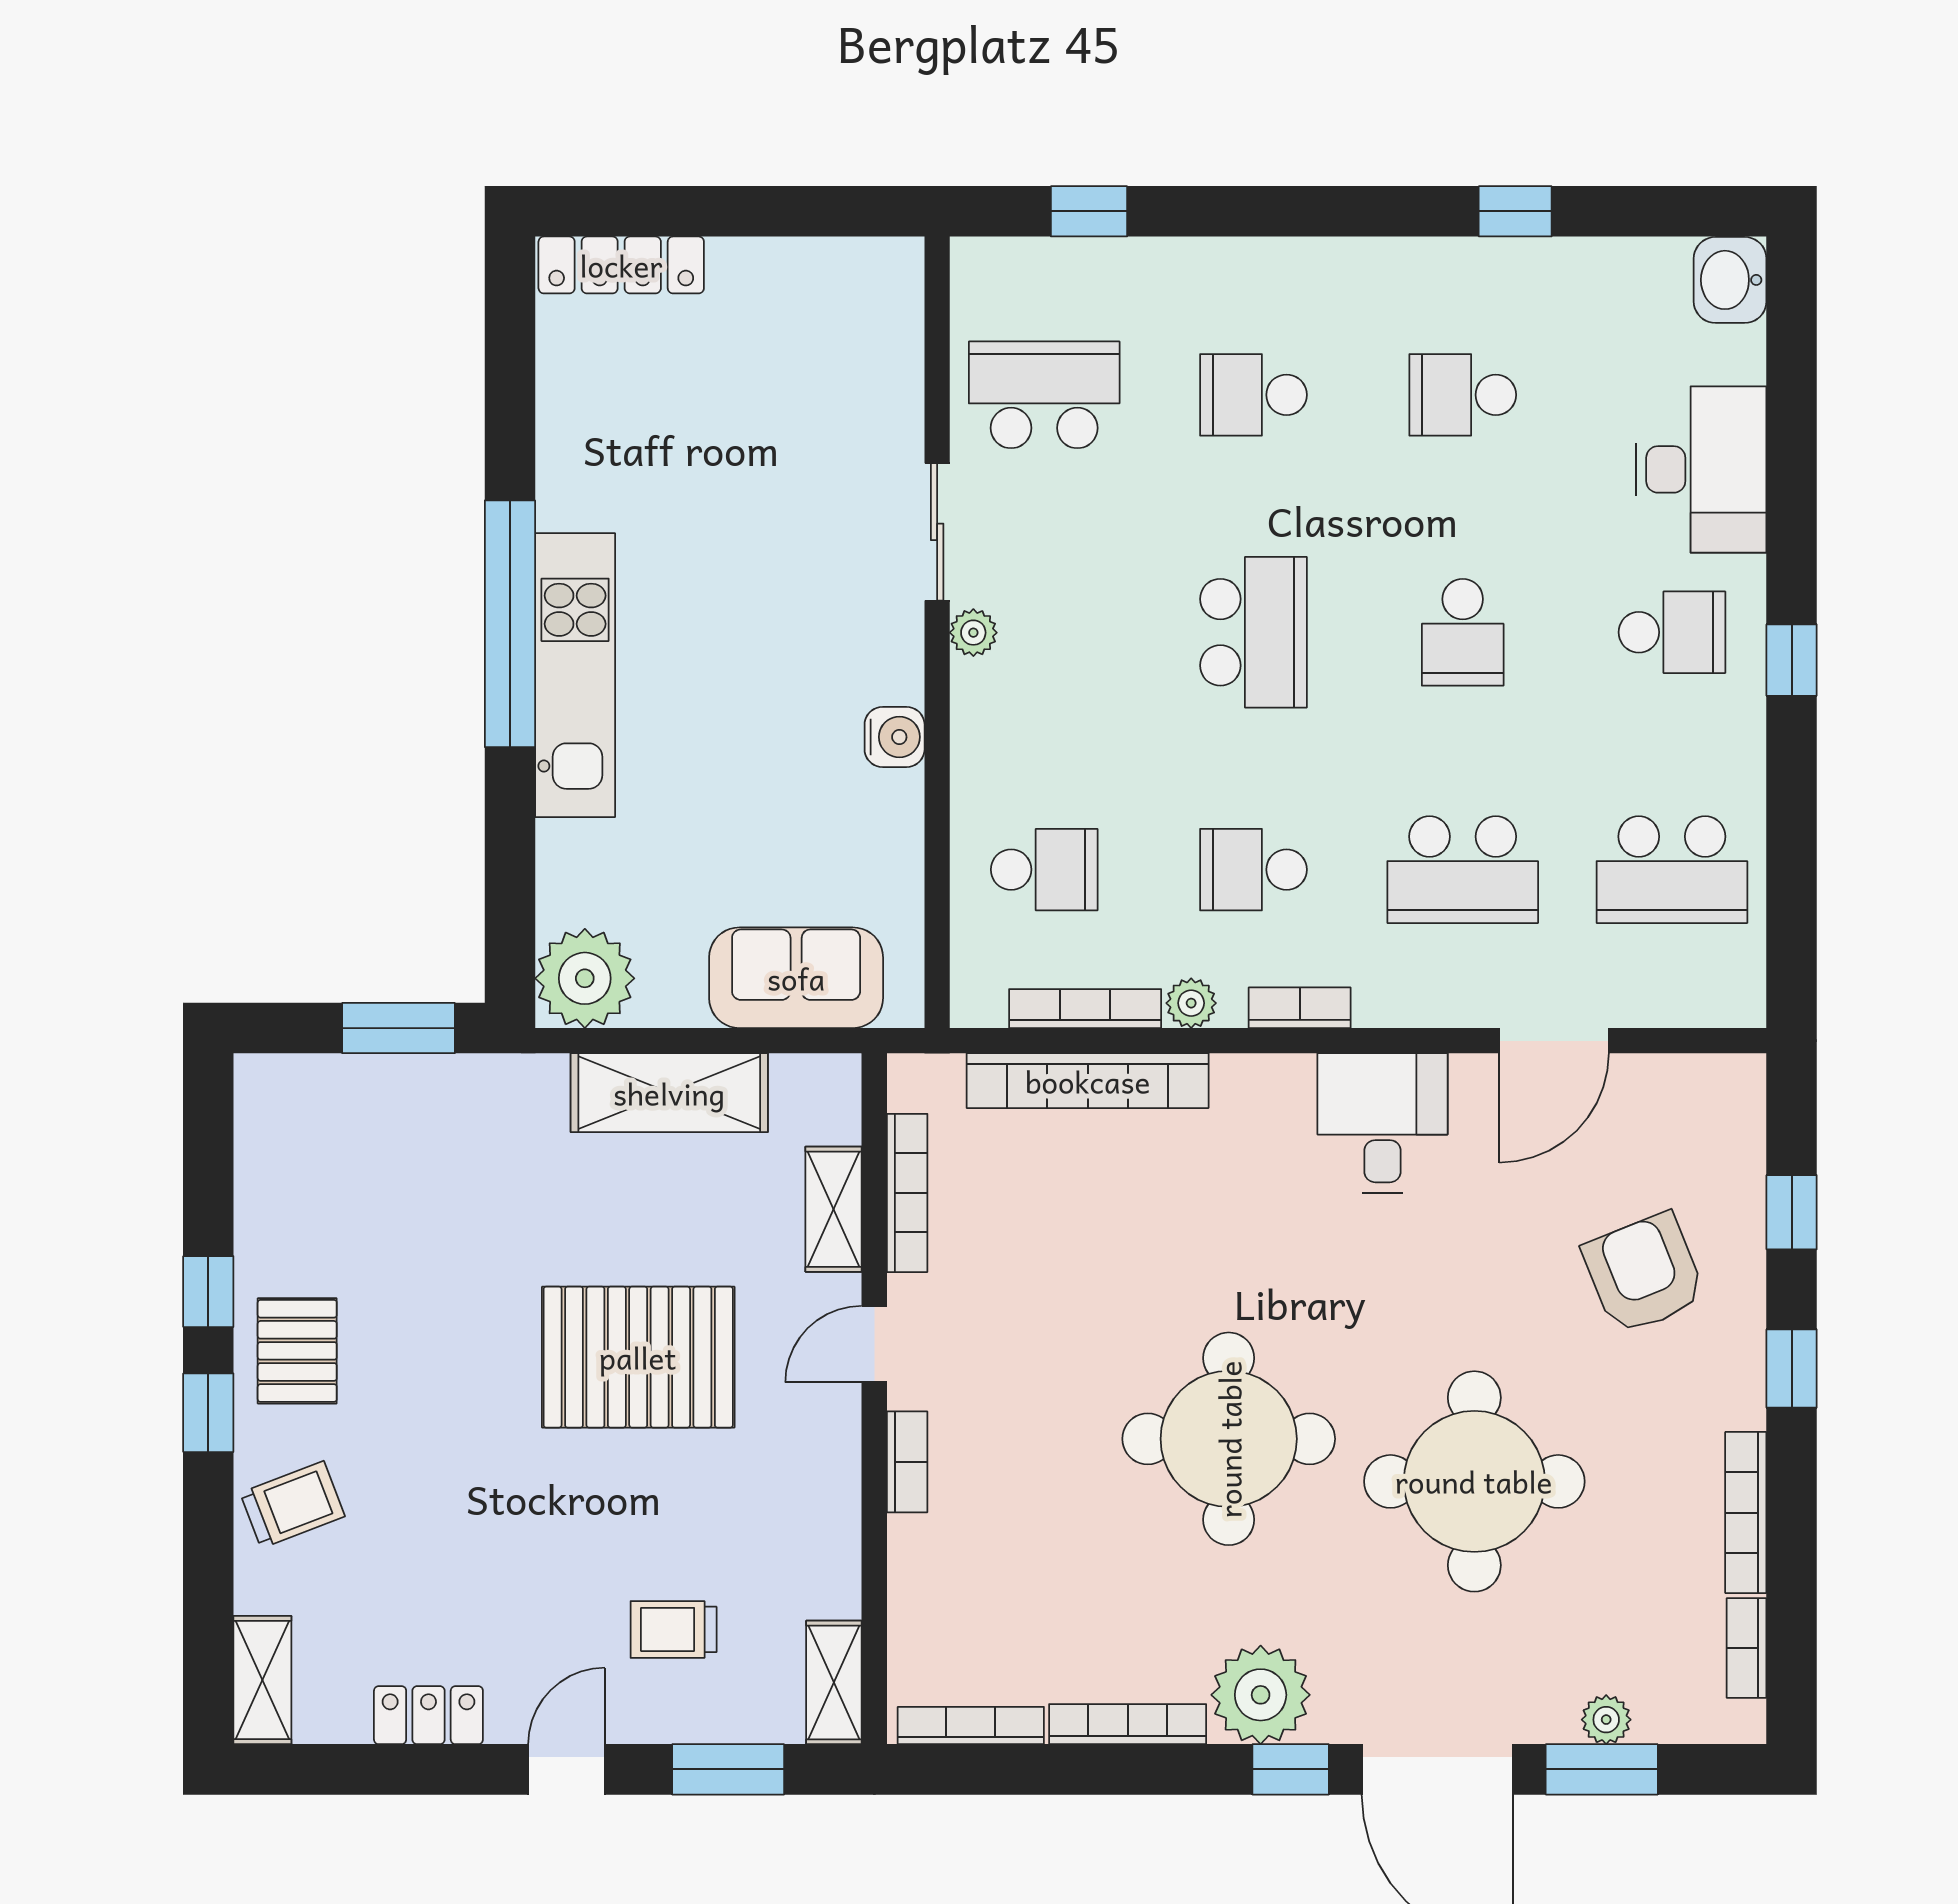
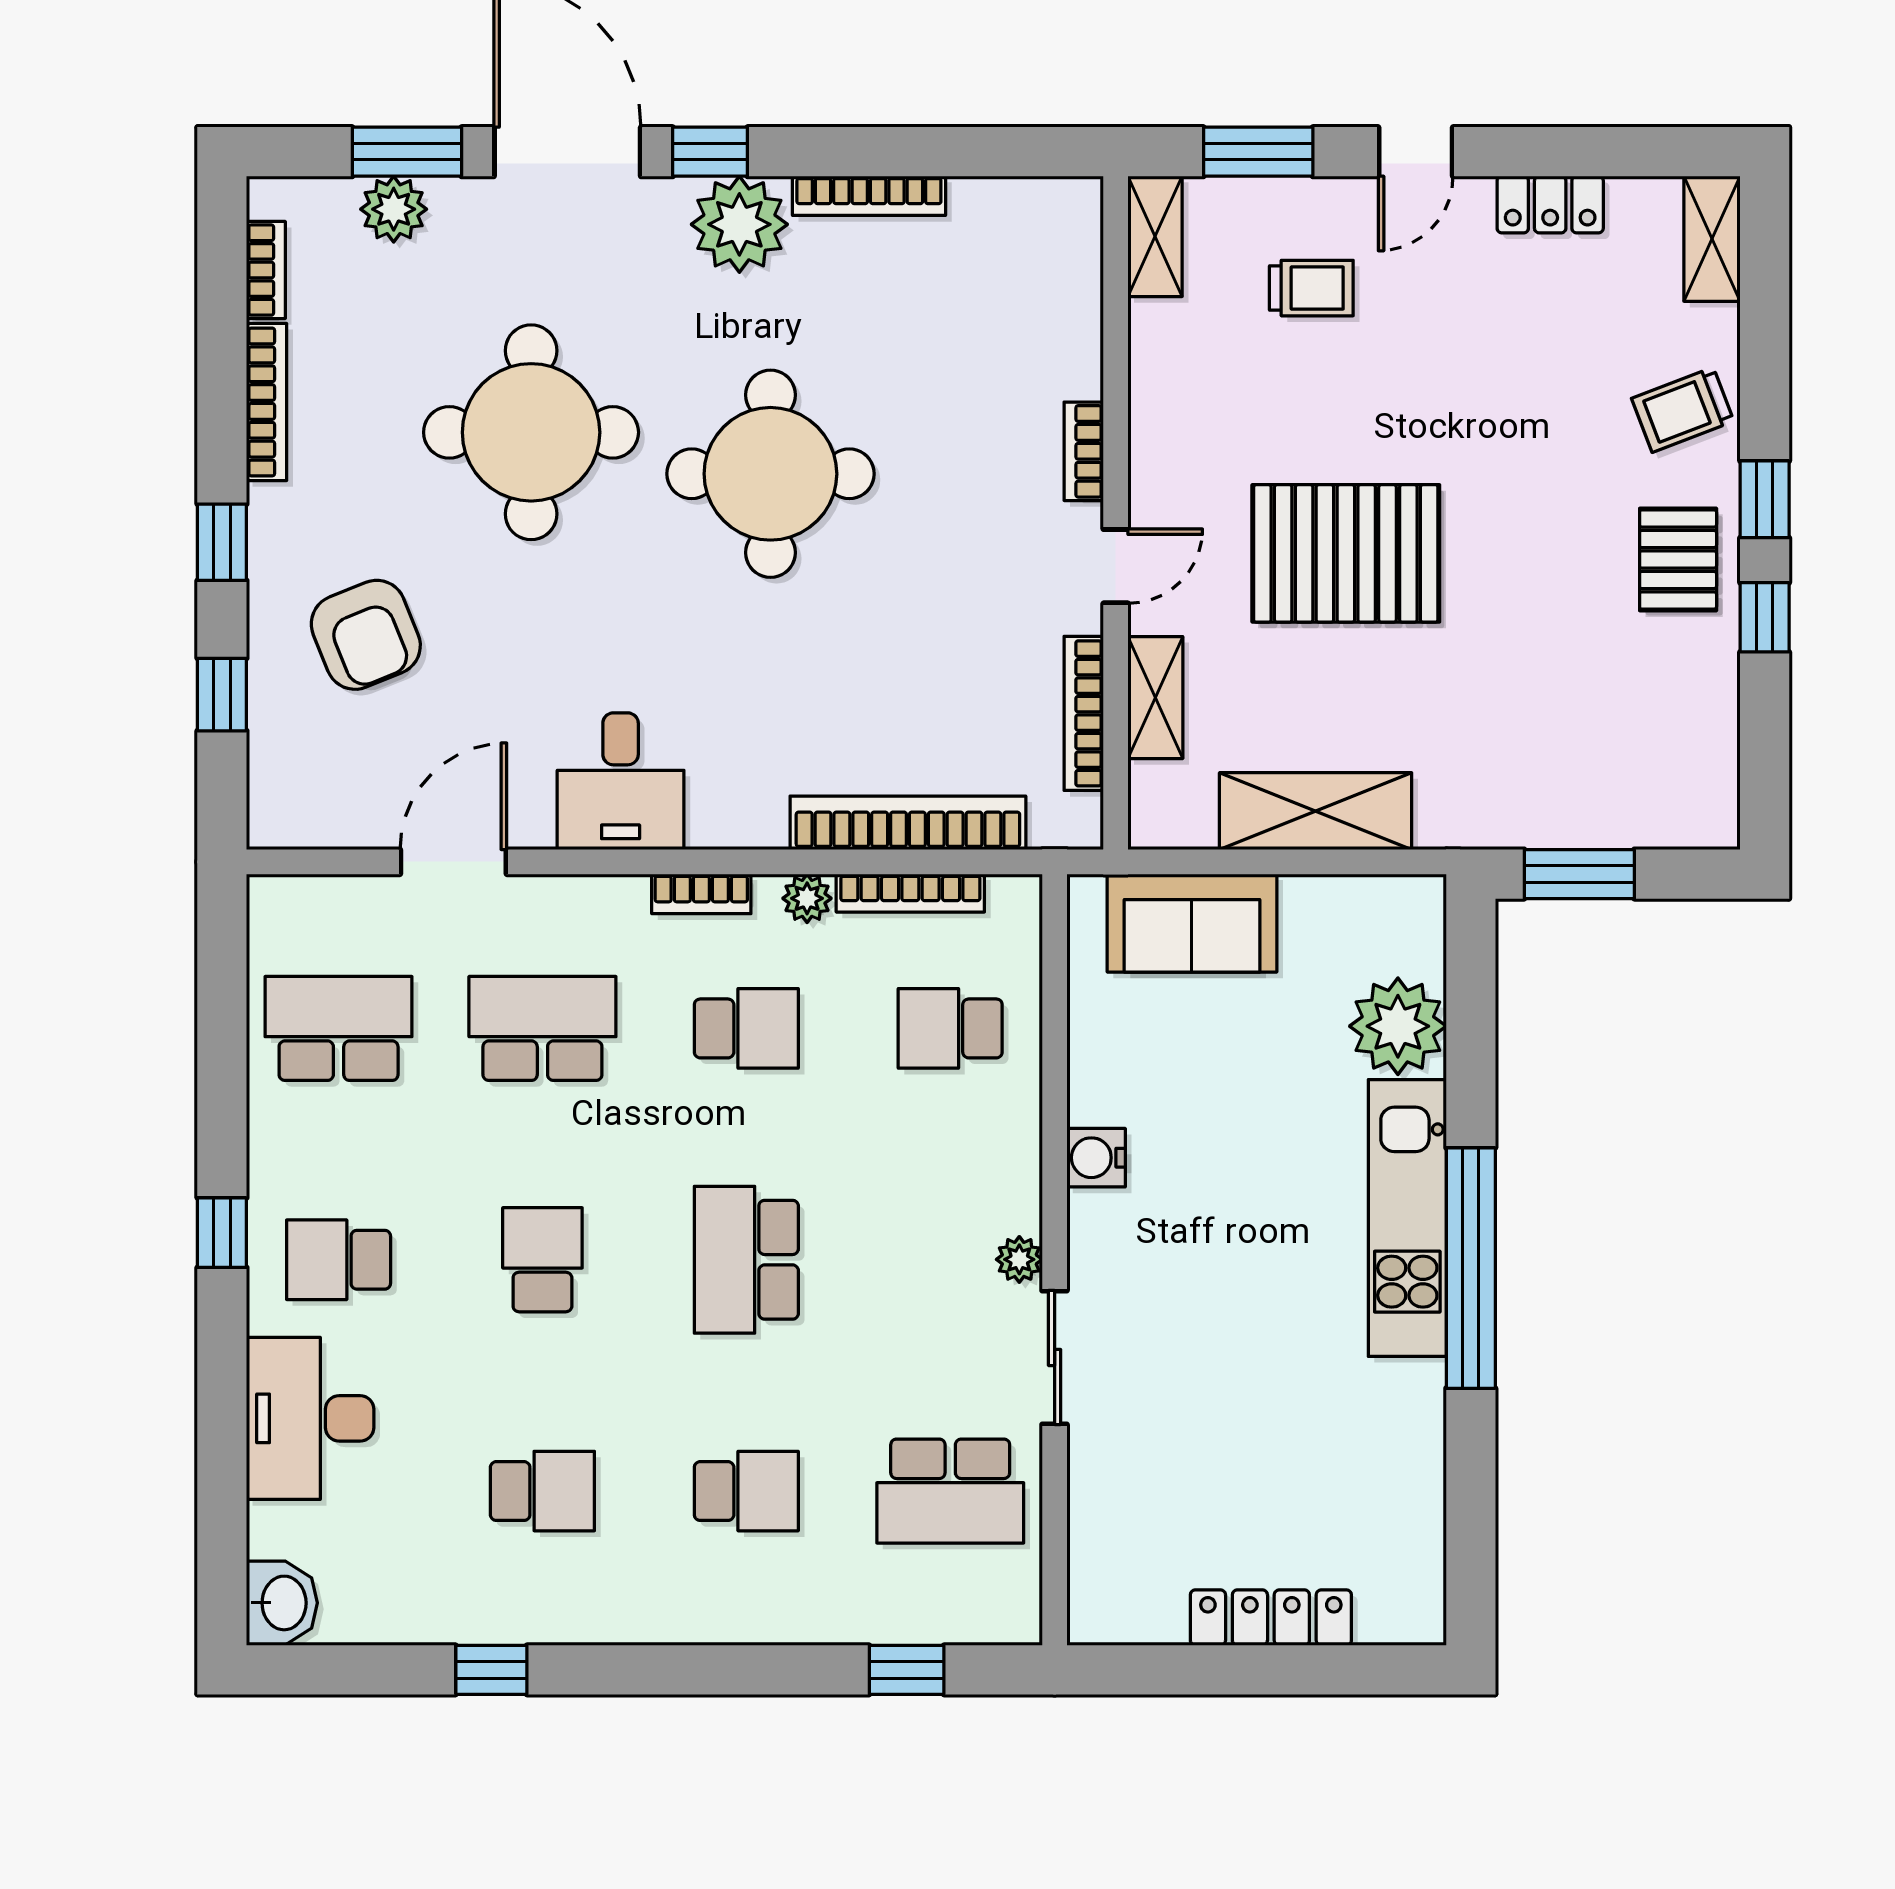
locker: (621, 265) -> (1271, 1618), moved
plant: (585, 978) -> (1398, 1026), moved
plant: (1606, 1720) -> (394, 209), width x1.38, depth x1.38
bookcase: (971, 1726) -> (1022, 194), removed

